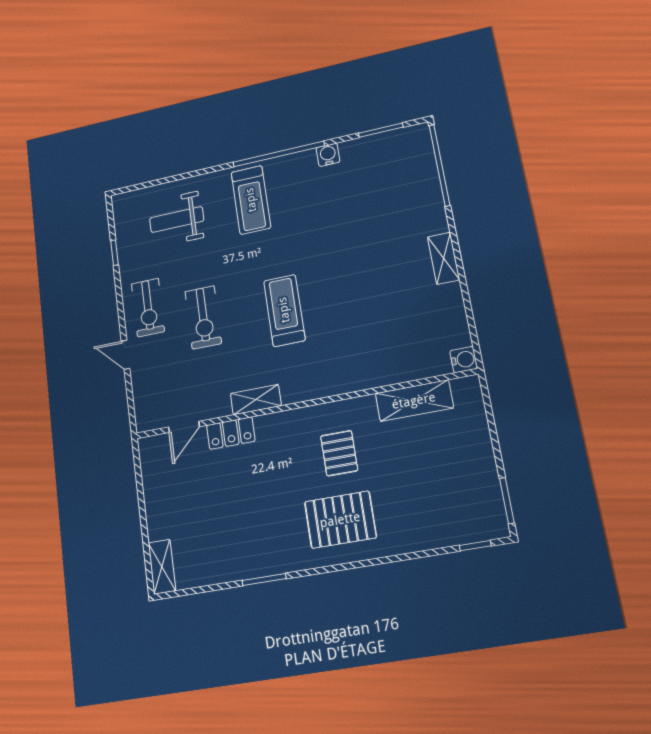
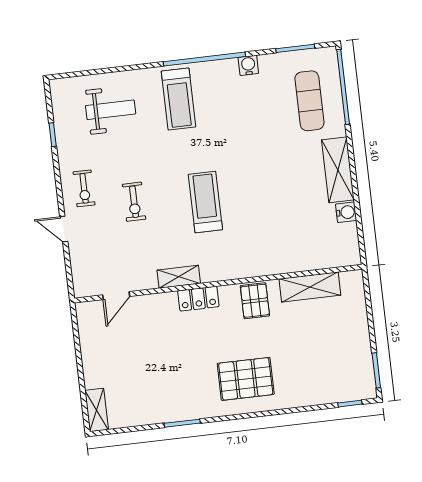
exercise mat: (401, 185) -> (309, 101), added
weight bench: (177, 220) -> (111, 110), turned 180
shelving: (444, 258) -> (338, 170), width x1.50, depth x1.33
exercise bike: (148, 308) -> (84, 188), width x0.73, depth x0.72
exercise bike: (203, 317) -> (134, 202), width x0.73, depth x0.72
water cooler: (464, 360) -> (346, 212), moved
locker: (231, 433) -> (198, 299), moved
pallet: (339, 453) -> (255, 301), moved

